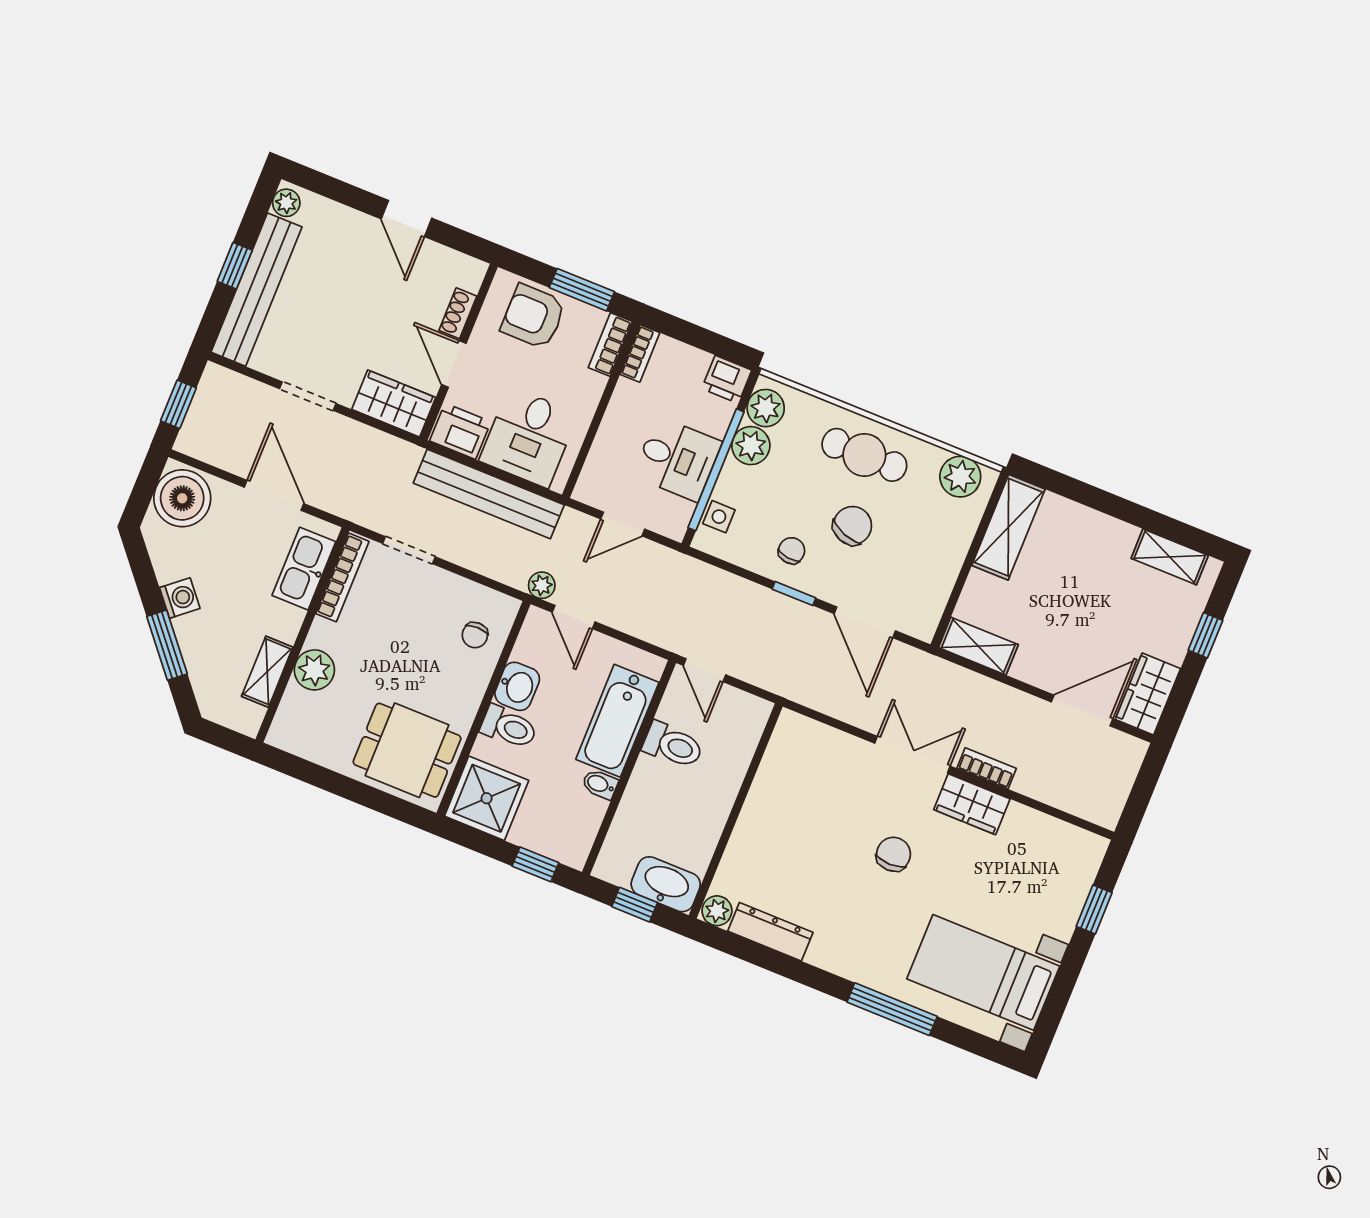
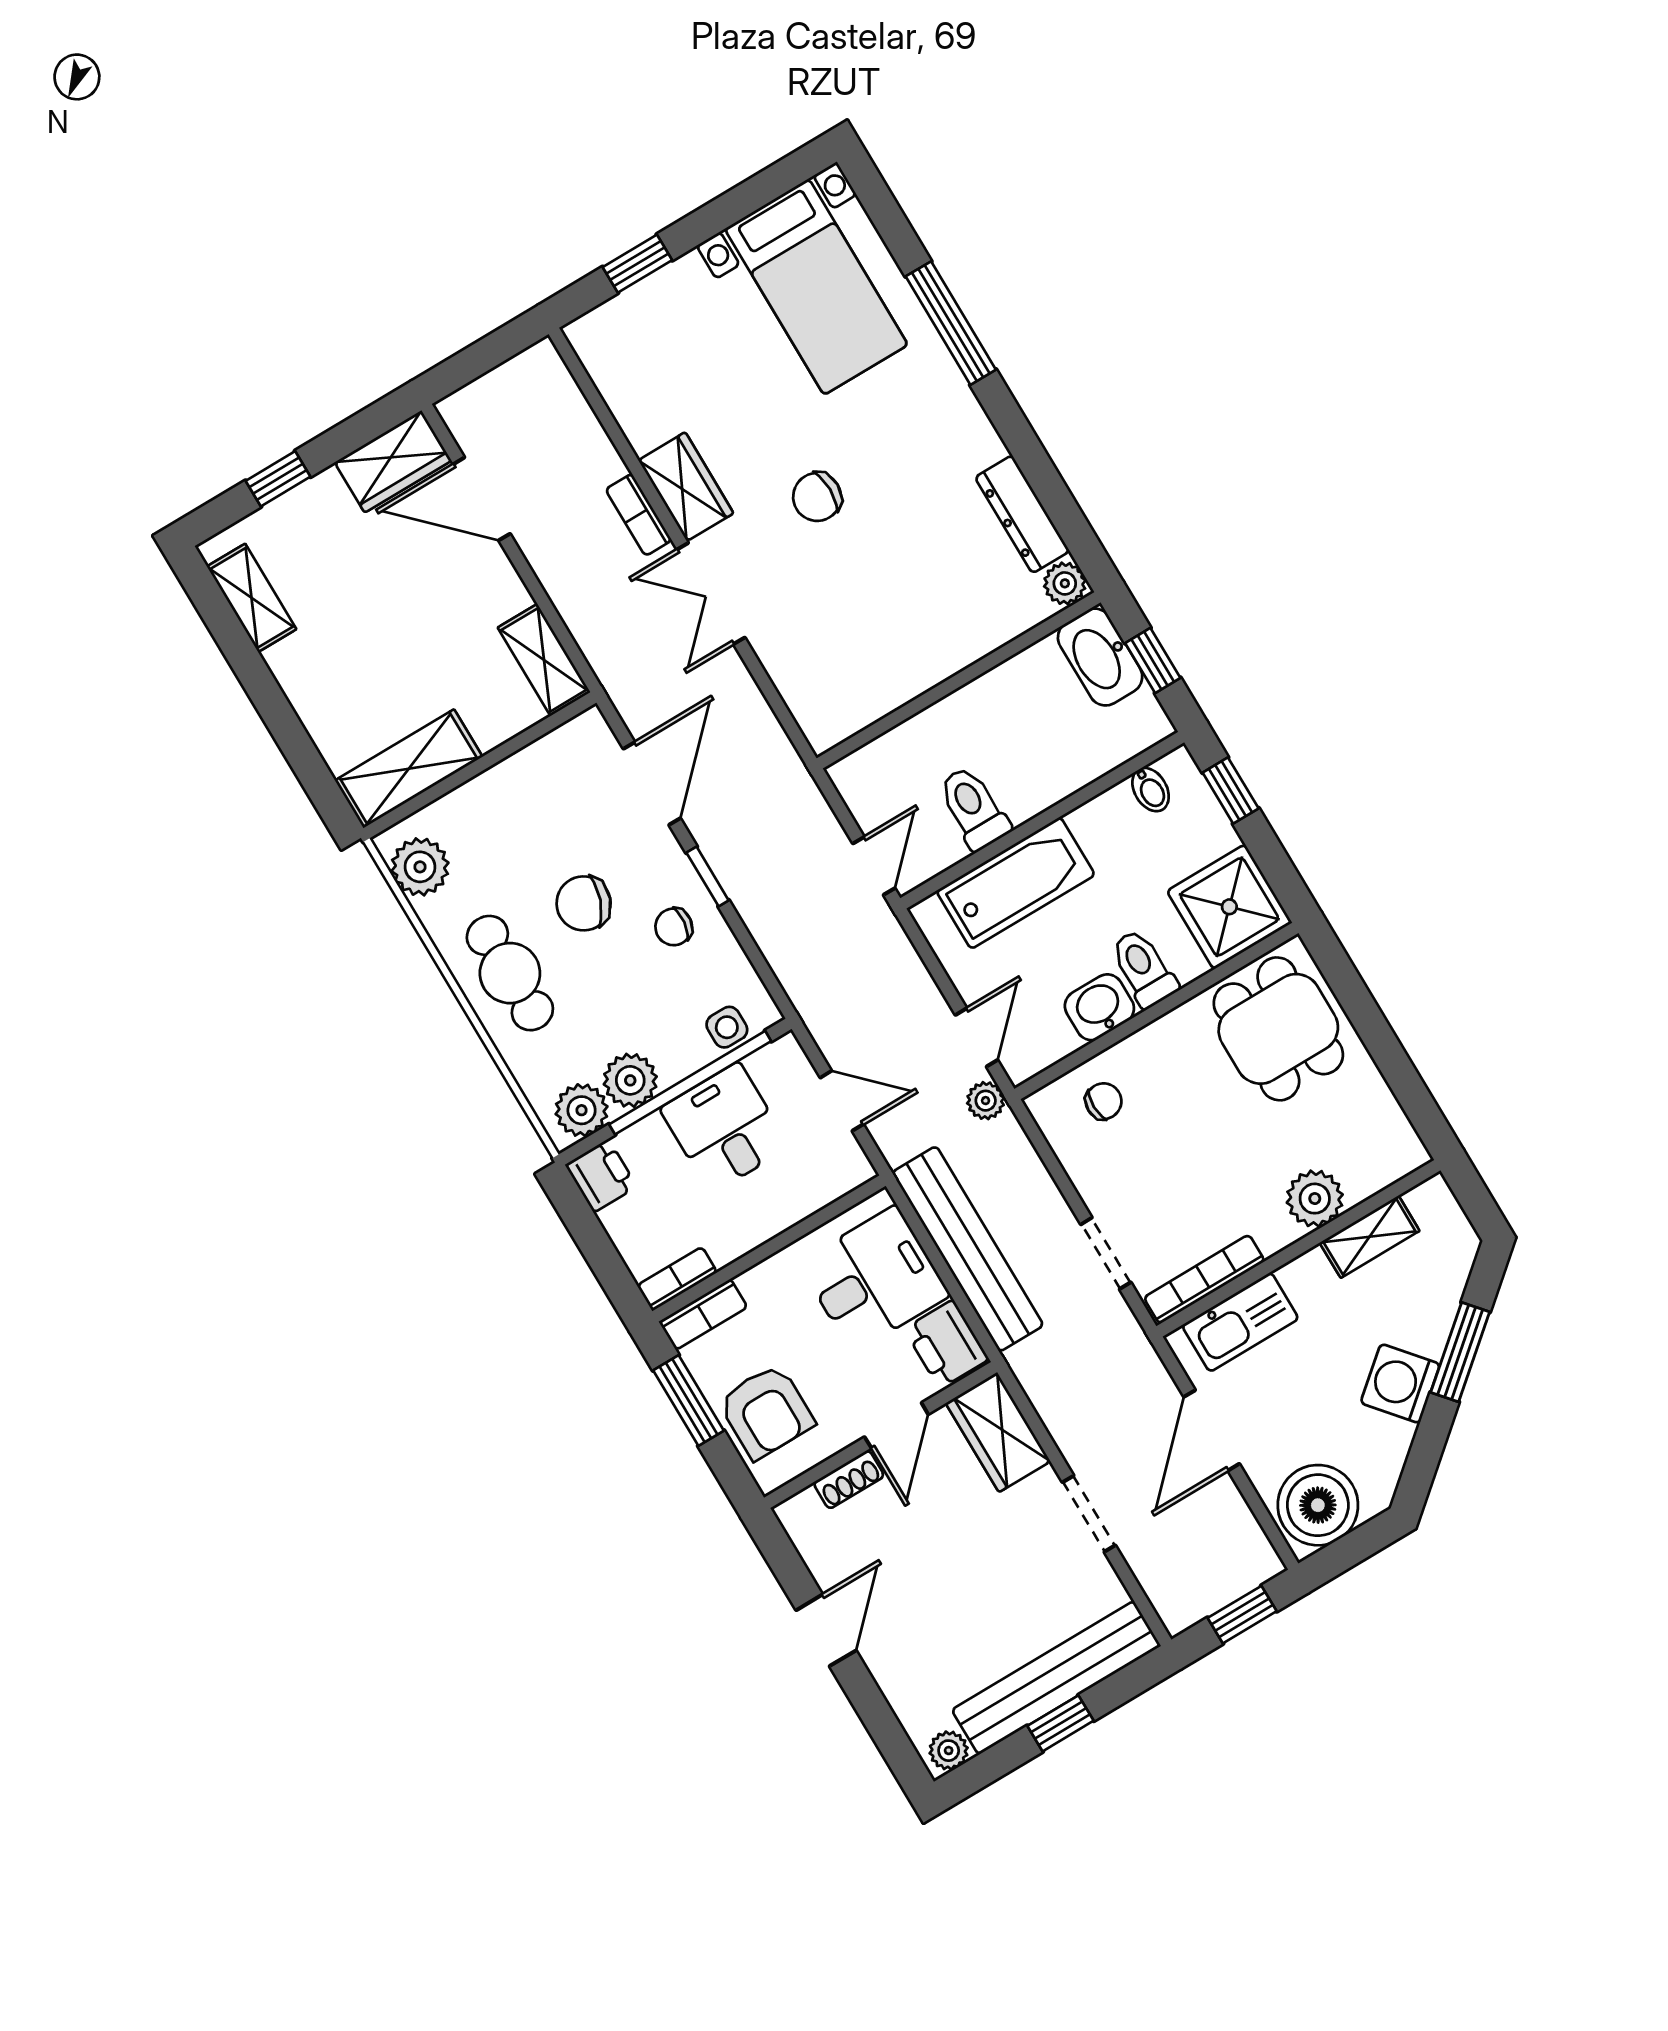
washing machine: (180, 598) -> (1400, 1383), width x1.38, depth x1.38
bidet: (600, 784) -> (1151, 790), moved

